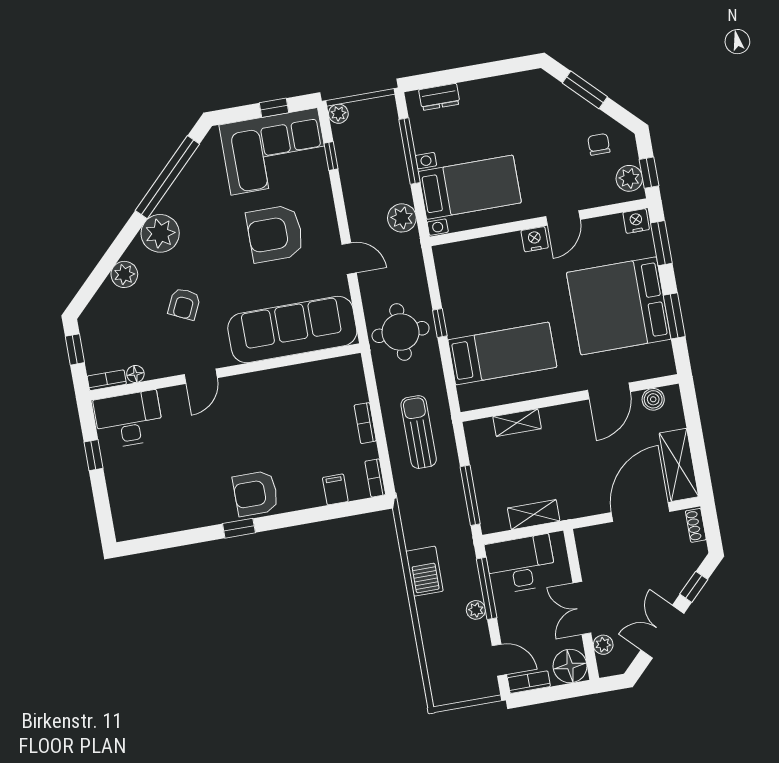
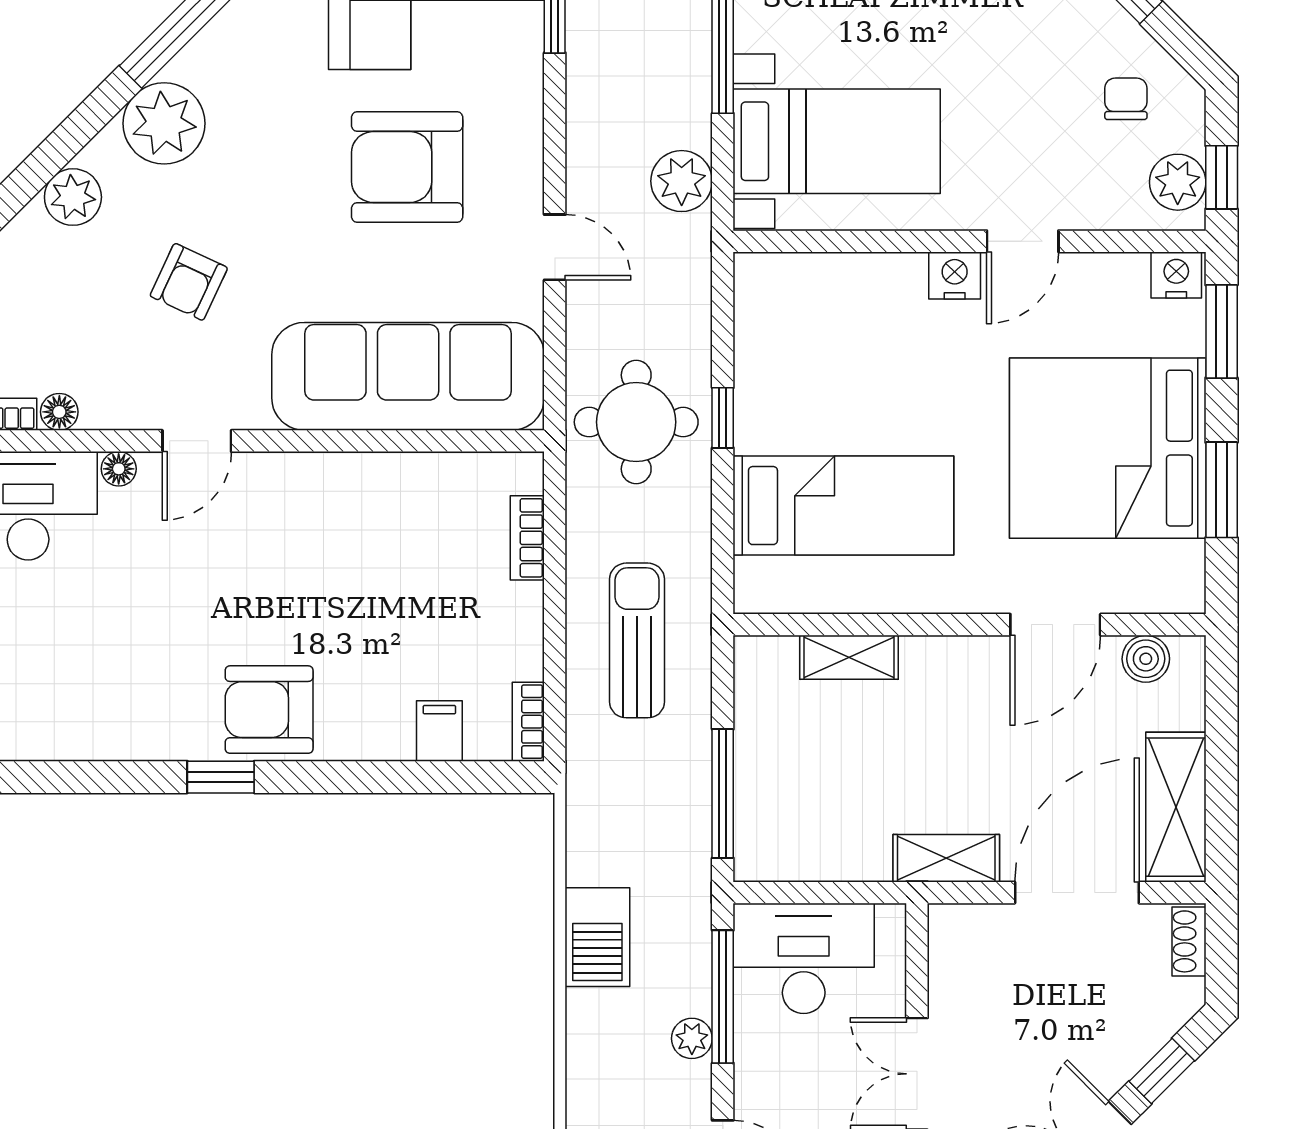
floor lamp: (167, 395) -> (119, 469), added
bookcase: (365, 423) -> (527, 538), moved
shelving: (534, 515) -> (946, 858), moved

